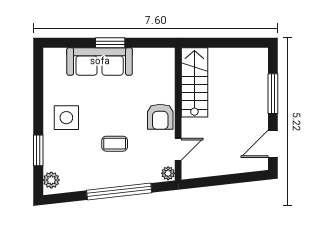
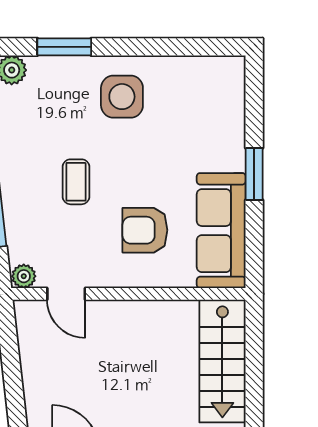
sofa: (100, 61) -> (221, 231), moved
stairs: (194, 82) -> (222, 361), moved, turned 90
armchair: (160, 117) -> (145, 230), moved

